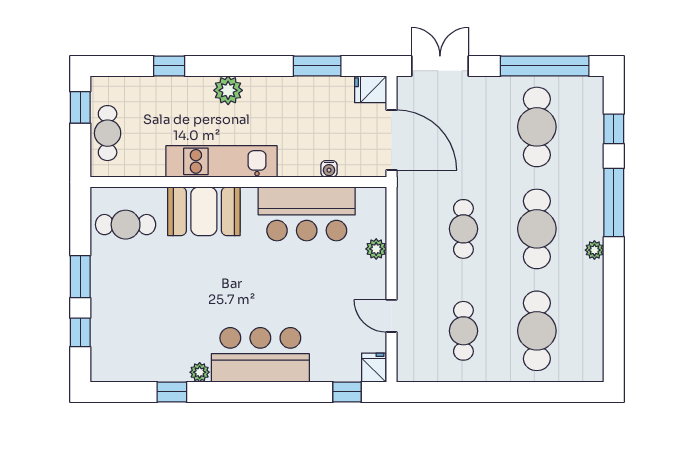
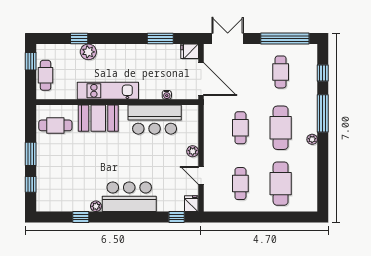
plant: (228, 90) -> (88, 52), moved
cafe table: (537, 127) -> (281, 72), width x0.73, depth x0.74
plant: (376, 249) -> (193, 151), moved

